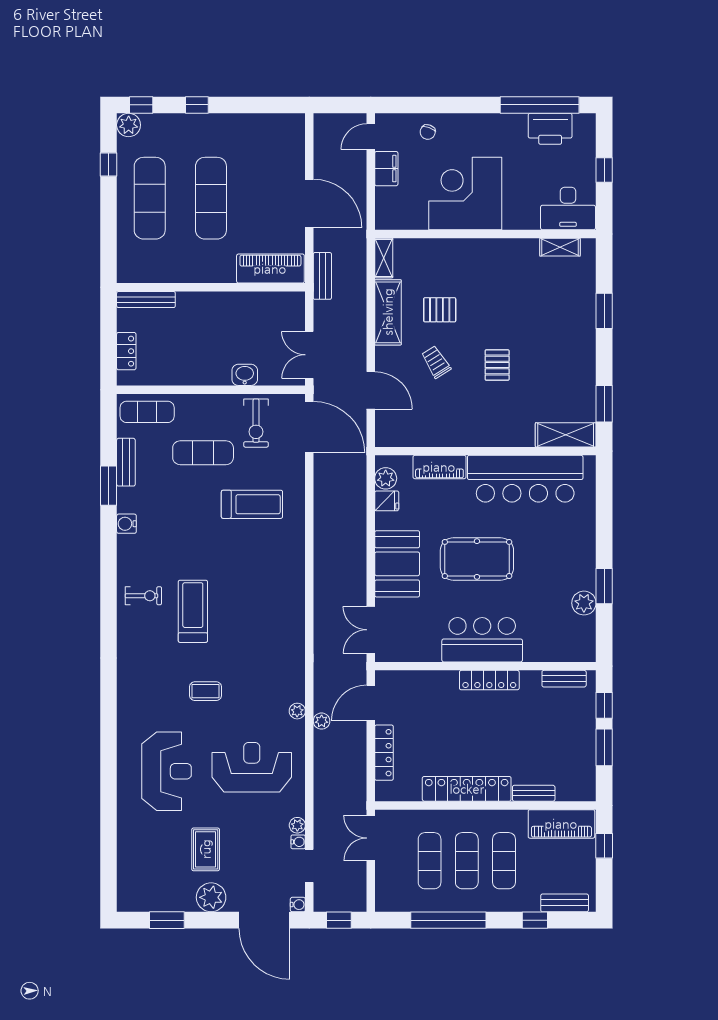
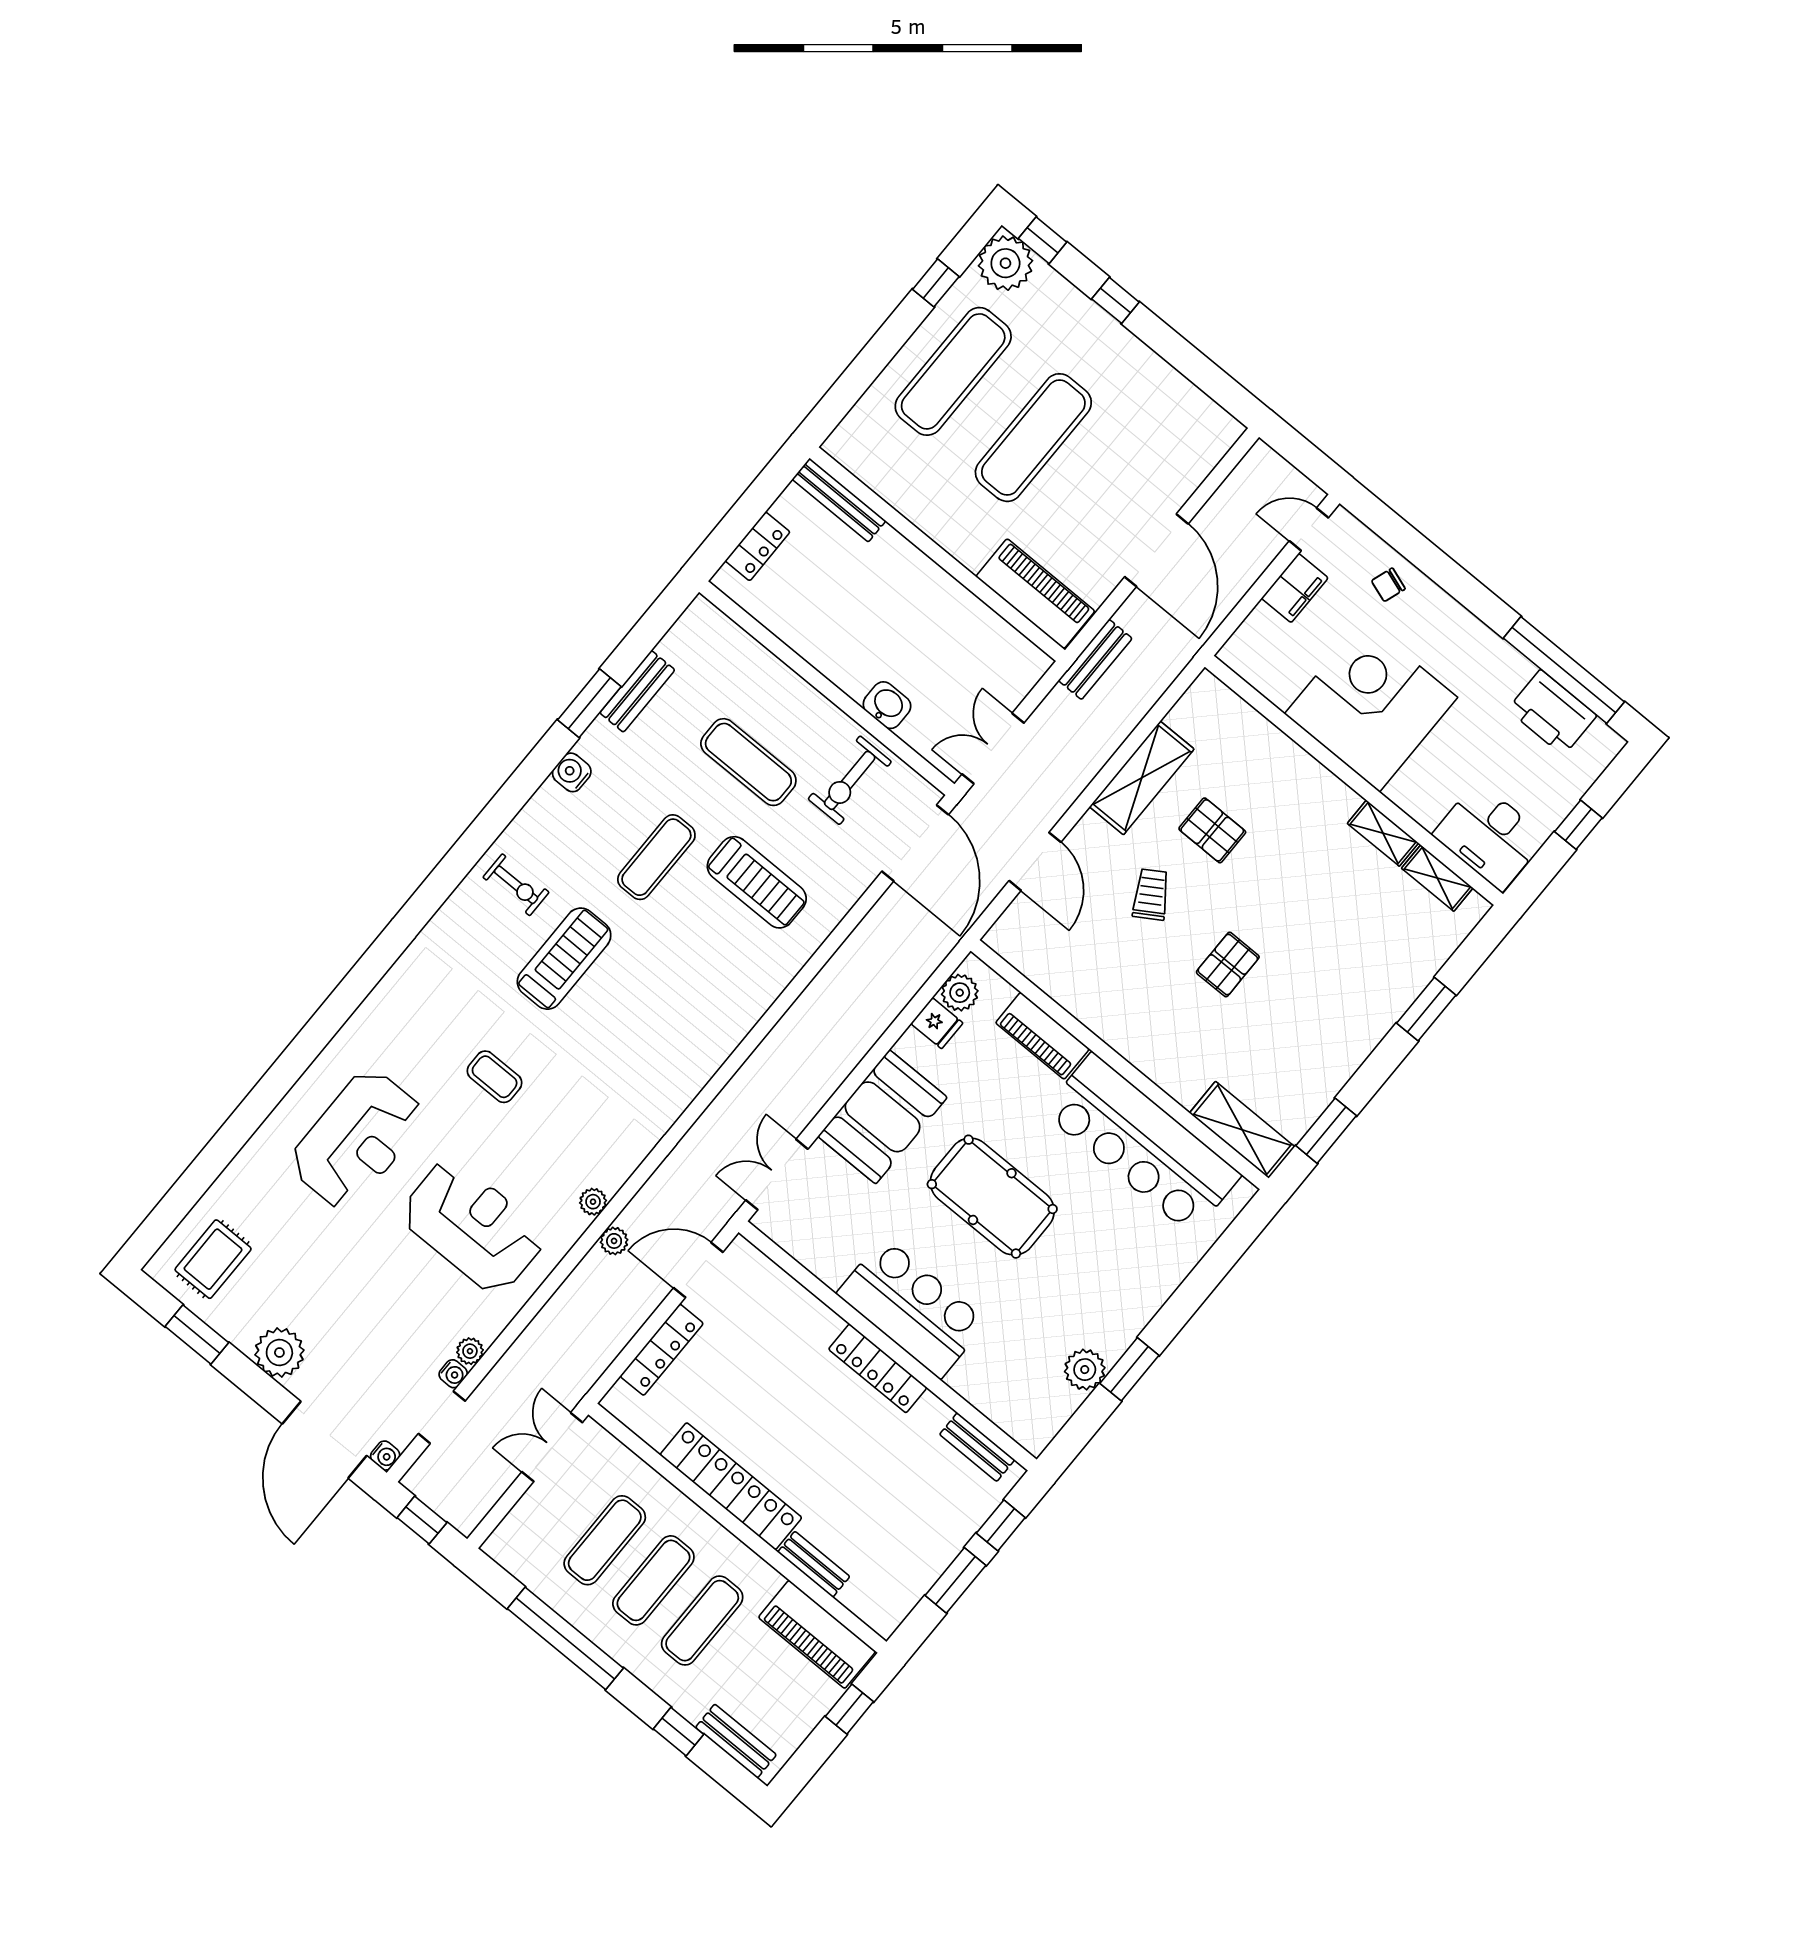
plant: (129, 125) -> (1005, 263), width x1.36, depth x1.36
shelving: (384, 258) -> (1383, 833), moved, turned 90
exercise mat: (147, 412) -> (656, 857), moved, turned 90
rug: (206, 849) -> (213, 1259), moved

